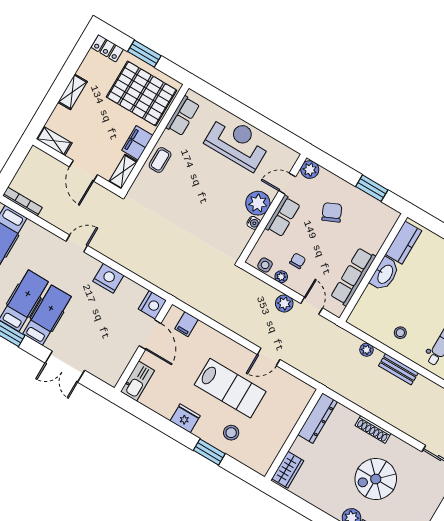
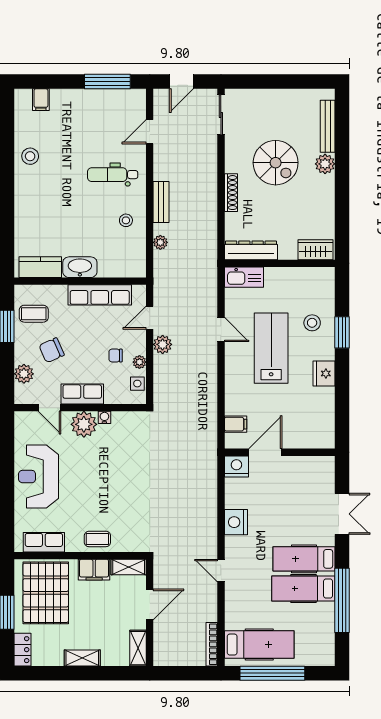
plant: (310, 170) -> (24, 374), moved
coffee table: (369, 215) -> (34, 314), added
kitchen sink: (137, 381) -> (244, 277), moved, turned 180

